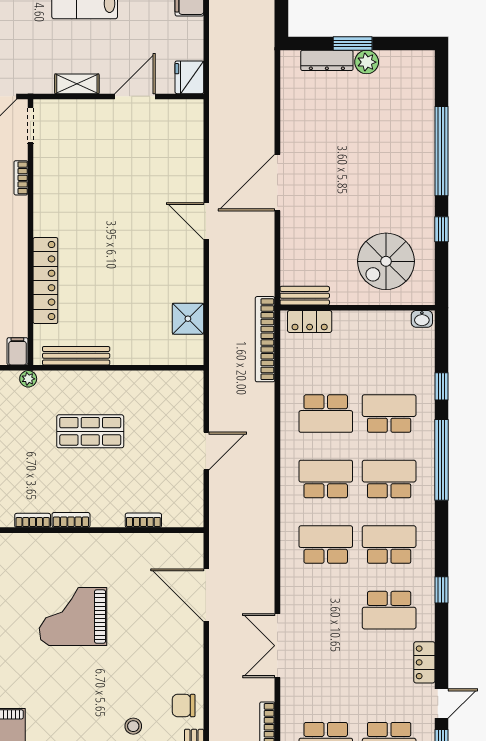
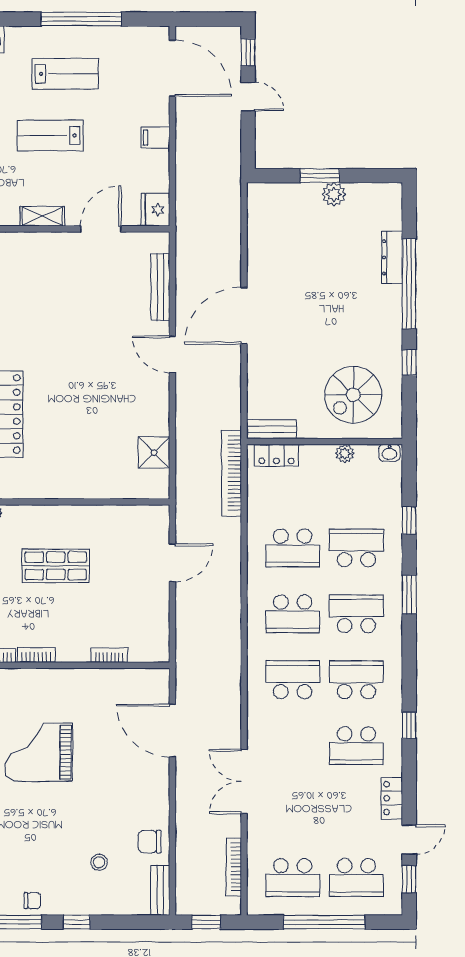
dresser: (327, 60) -> (392, 257), moved, turned 90
plant: (378, 320) -> (345, 453), added
bench: (76, 356) -> (160, 287), moved, turned 90
door: (206, 451) -> (172, 563), moved
window: (442, 460) -> (409, 595), width x0.47
school desk: (326, 479) -> (293, 614), turned 180

